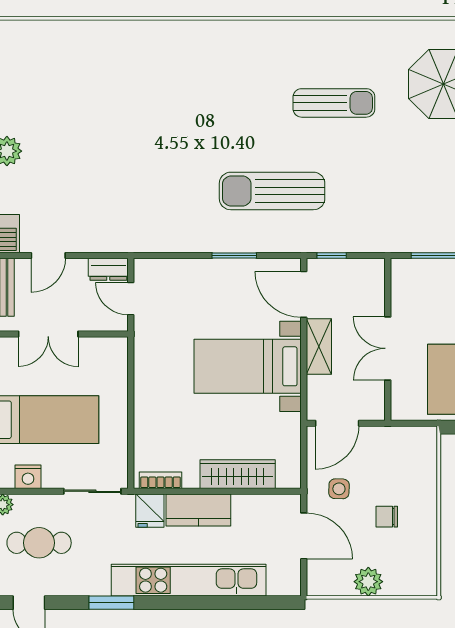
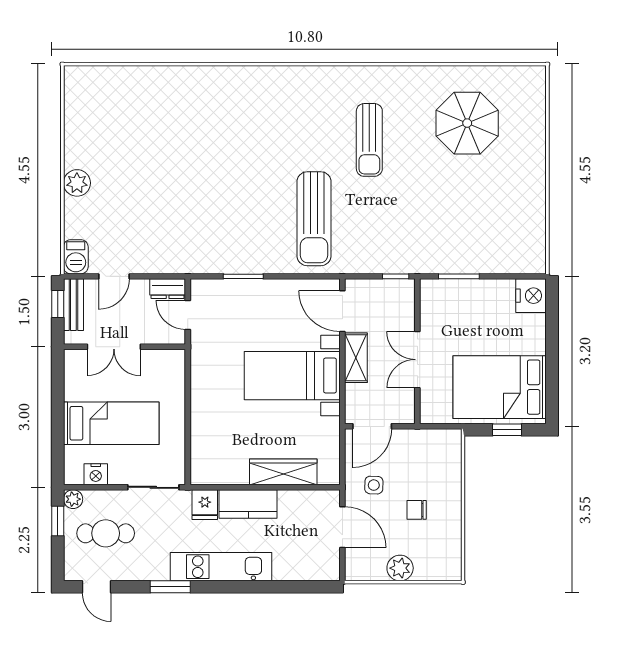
sun lounger: (334, 103) -> (369, 140), turned 90
sun lounger: (272, 191) -> (314, 219), turned -90
window: (234, 255) -> (243, 276), moved
window: (332, 255) -> (396, 276), moved
bookcase: (160, 480) -> (214, 477), removed
kitchen unit: (189, 580) -> (221, 567), width x0.73

